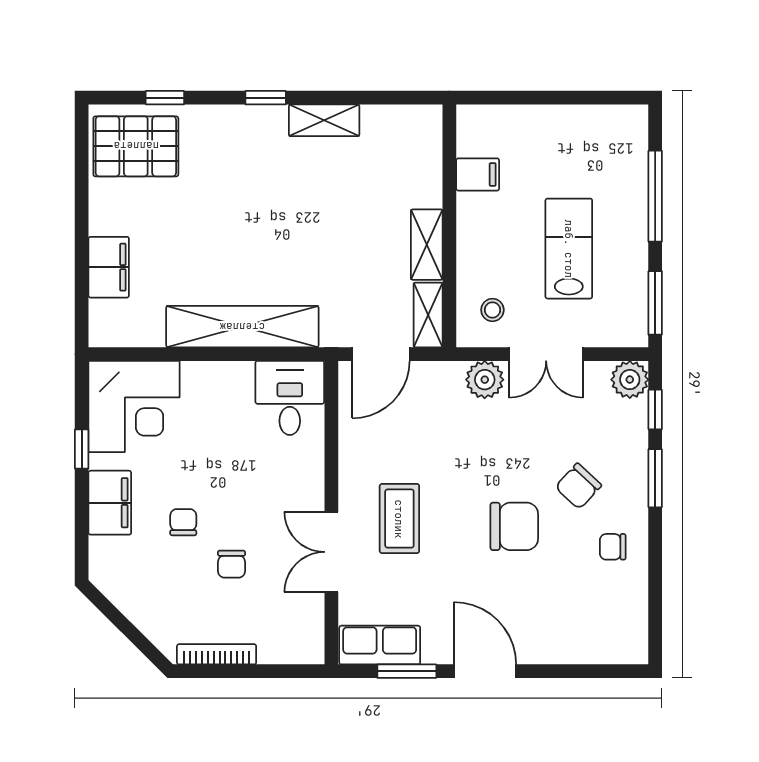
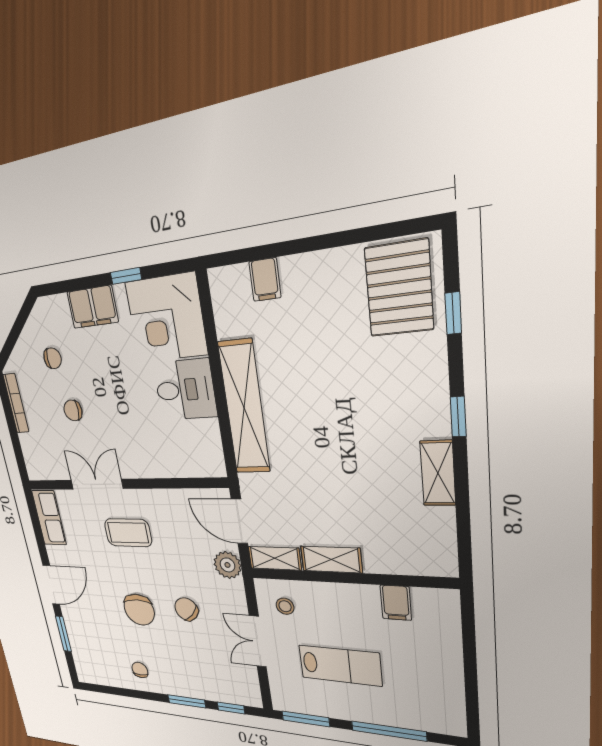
filing cabinet: (109, 267) -> (265, 280), width x0.50
plant: (485, 380) -> (227, 565), moved
plant: (630, 380) -> (249, 695), removed
desk: (290, 398) -> (185, 390), moved
chair: (578, 486) -> (186, 609), moved
chair: (183, 522) -> (53, 358), moved
window: (407, 671) -> (63, 634), moved

